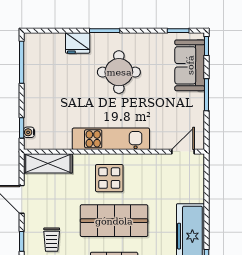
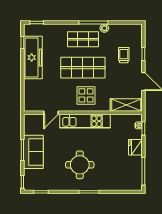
fridge: (78, 43) -> (135, 147), moved, turned -90
sofa: (190, 65) -> (33, 152), moved
door: (183, 152) -> (51, 113), moved

